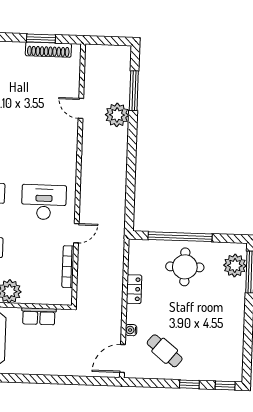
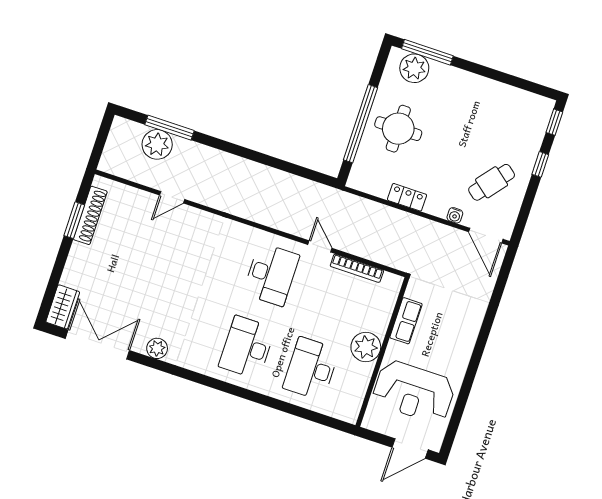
plant: (117, 115) -> (157, 144), moved
desk: (44, 202) -> (271, 274), turned 180

